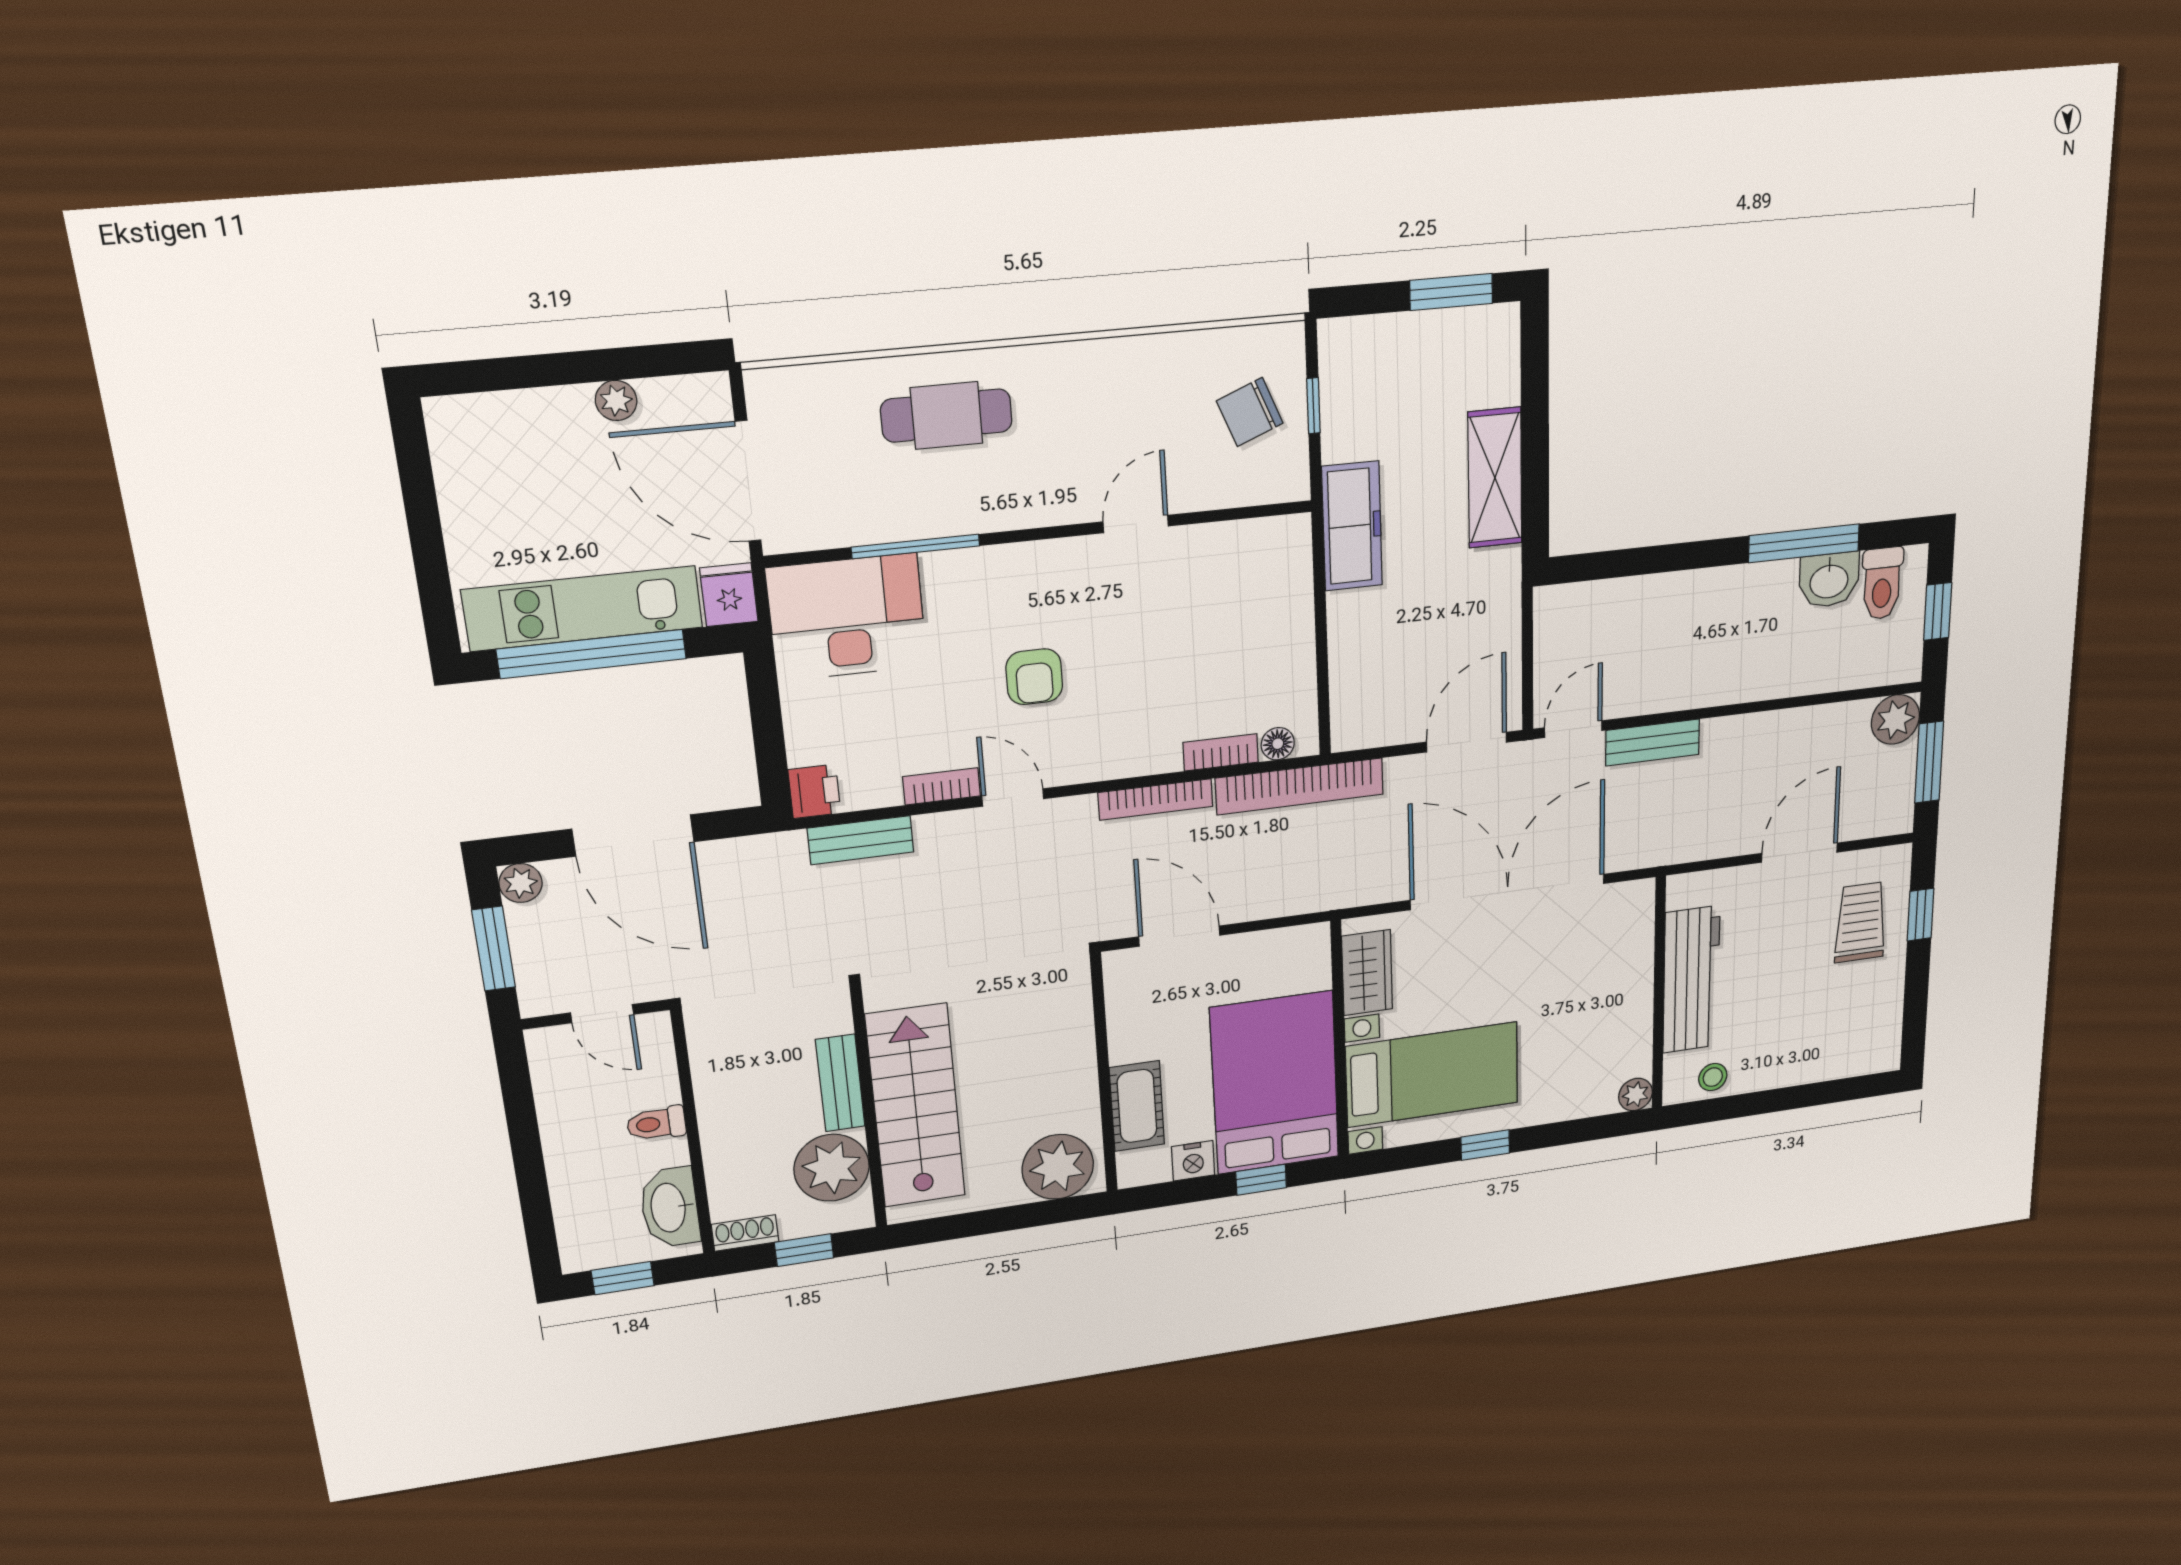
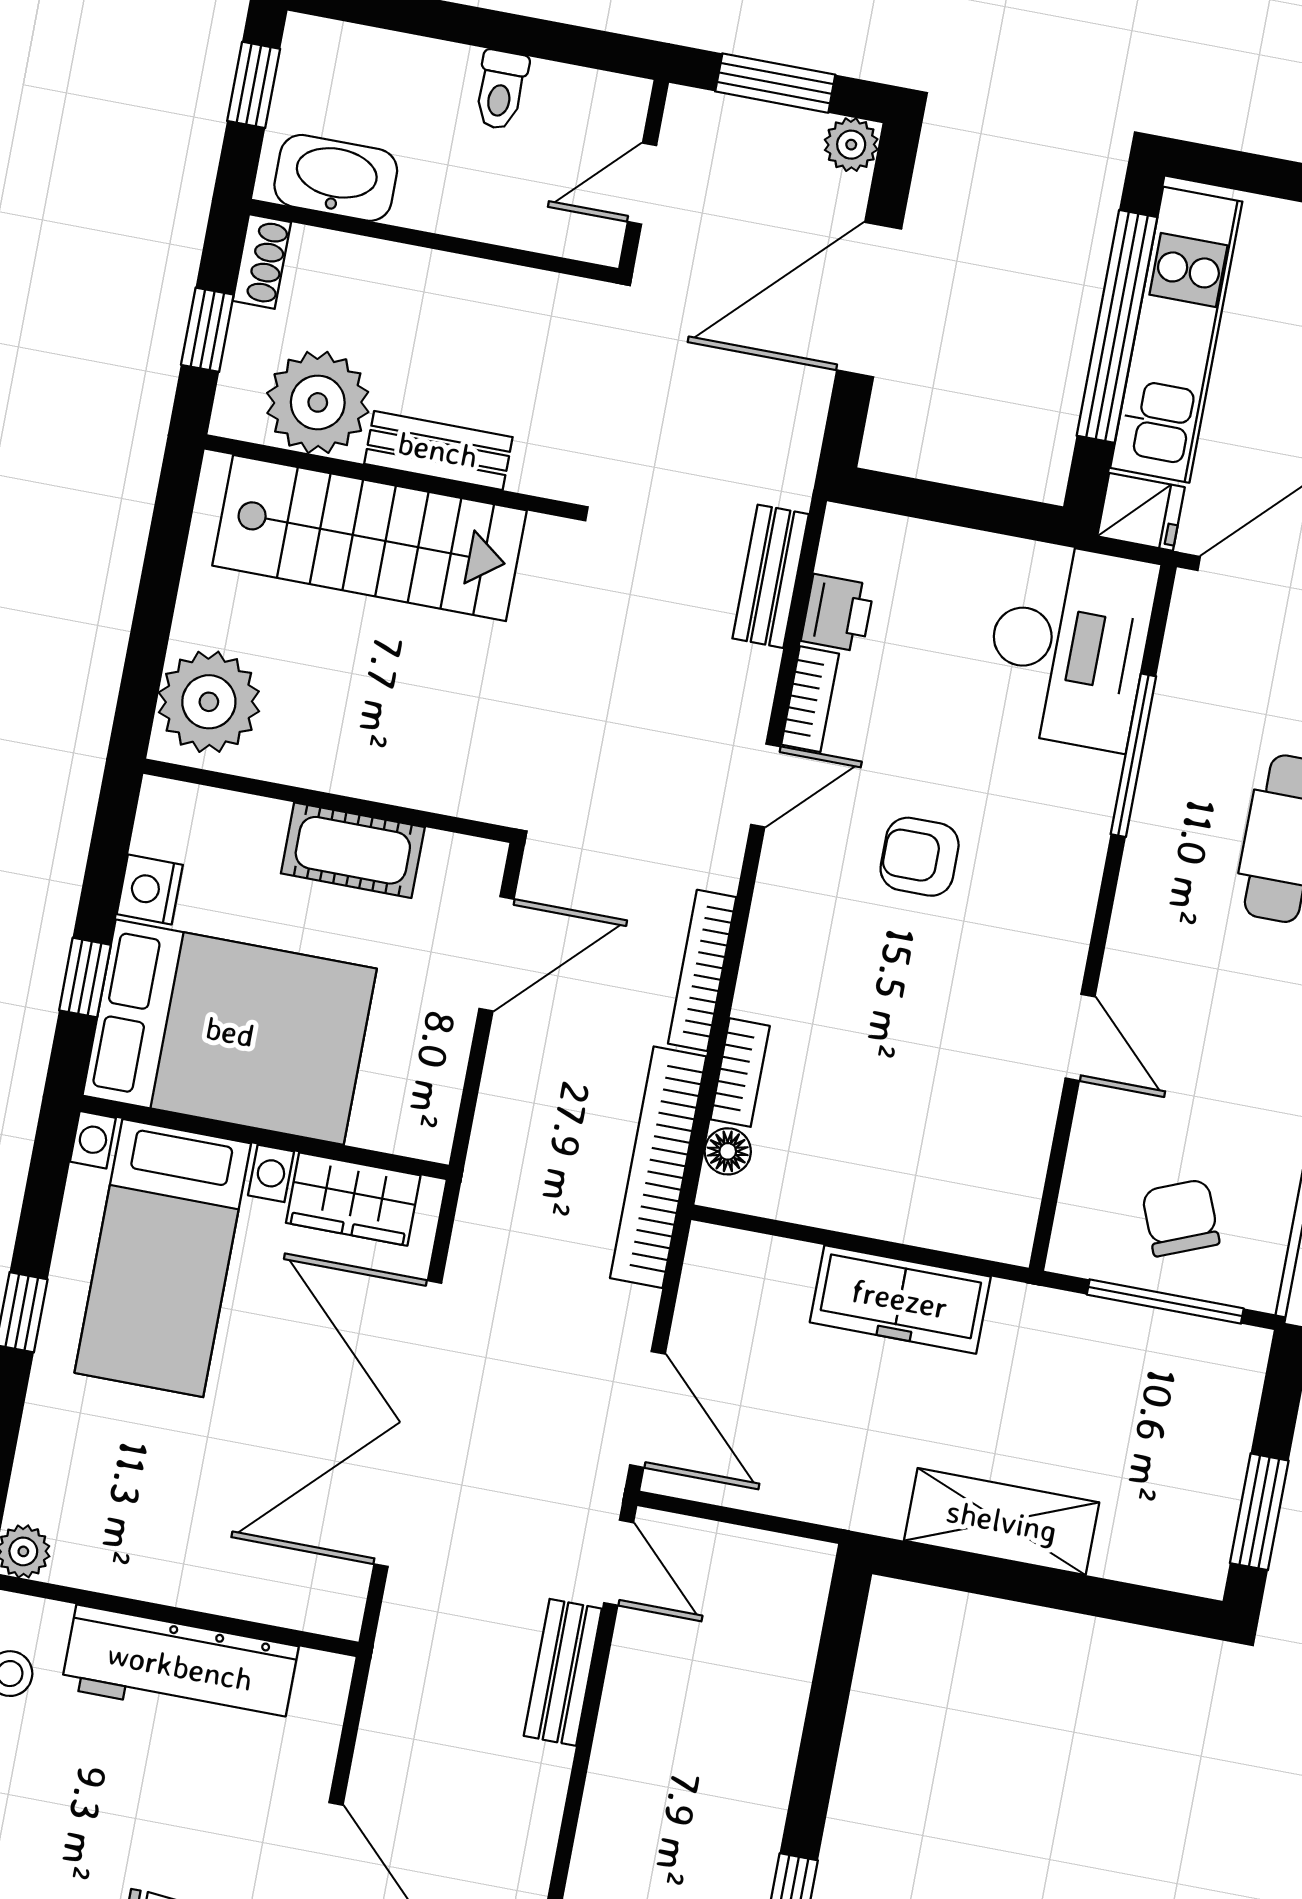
window: (1313, 406) -> (1165, 1302), width x2.17
freezer: (1352, 526) -> (900, 1299), moved
printer: (814, 791) -> (838, 613), moved, turned -90
double door: (1508, 892) -> (408, 1424), swing flipped
cot: (1137, 1106) -> (353, 850), moved
toilet: (656, 1124) -> (501, 90), moved, turned 180

